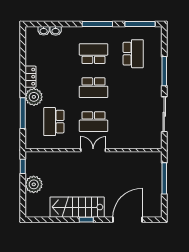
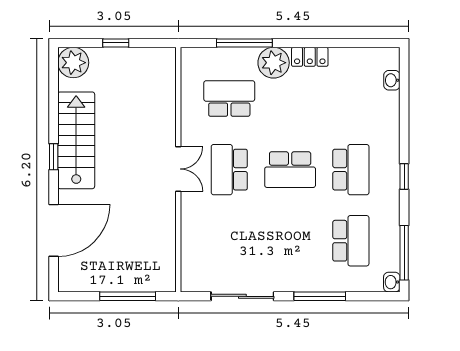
window: (97, 24) -> (404, 176), width x0.46
washbasin: (56, 31) -> (392, 282), moved
school desk: (133, 54) -> (351, 241), turned -90
school desk: (94, 88) -> (290, 170), turned -90
window: (23, 166) -> (116, 43), moved
plant: (34, 184) -> (73, 63), moved
door: (127, 220) -> (54, 230), hinge flipped

